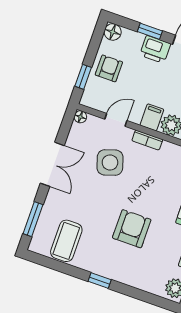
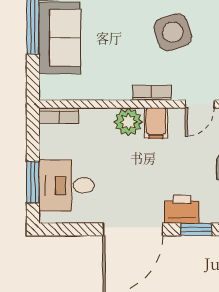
side table: (110, 163) -> (173, 32), moved

